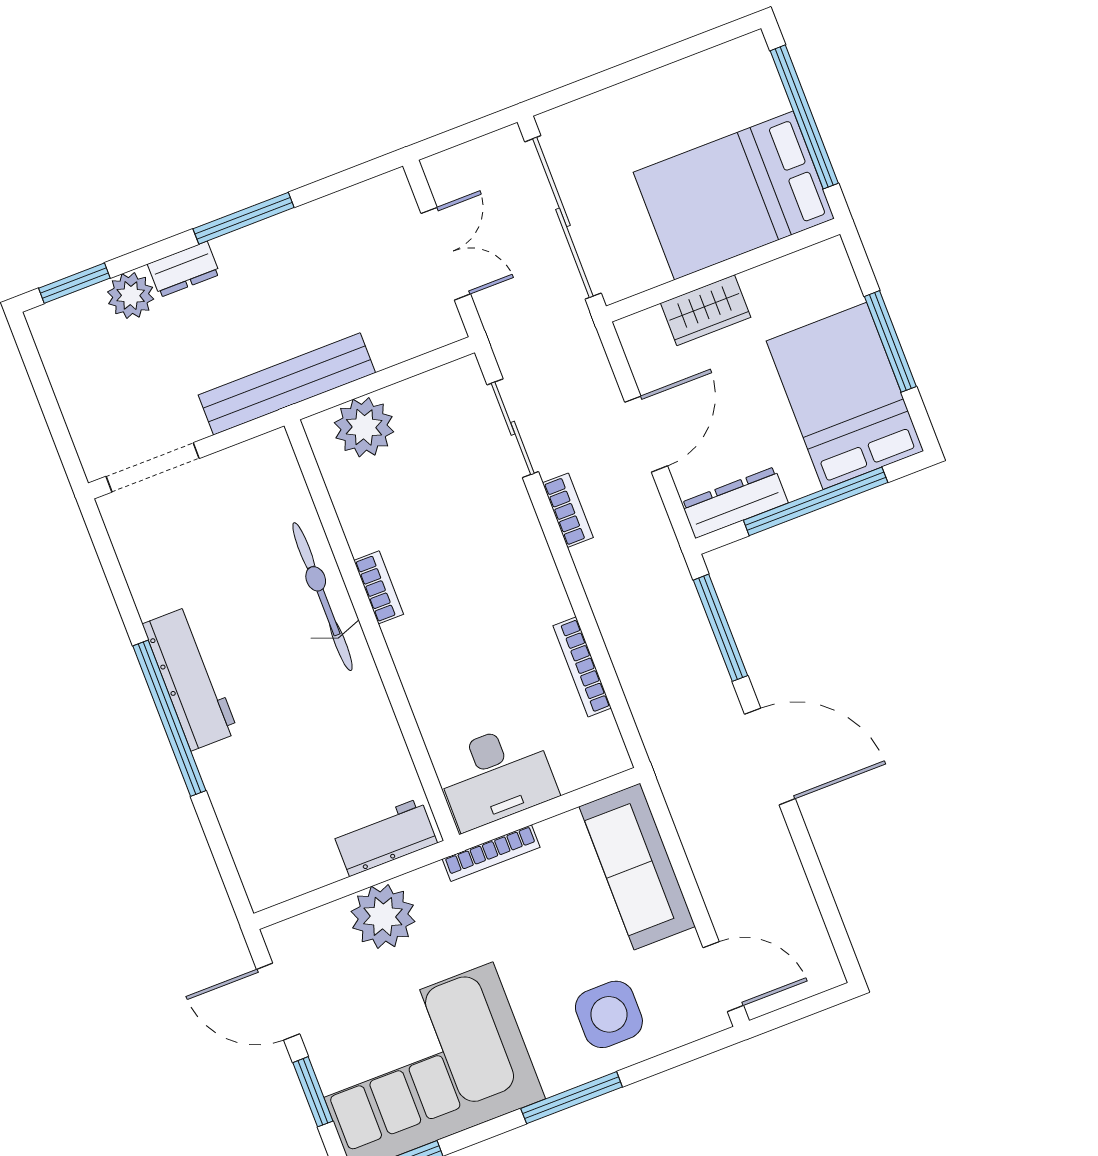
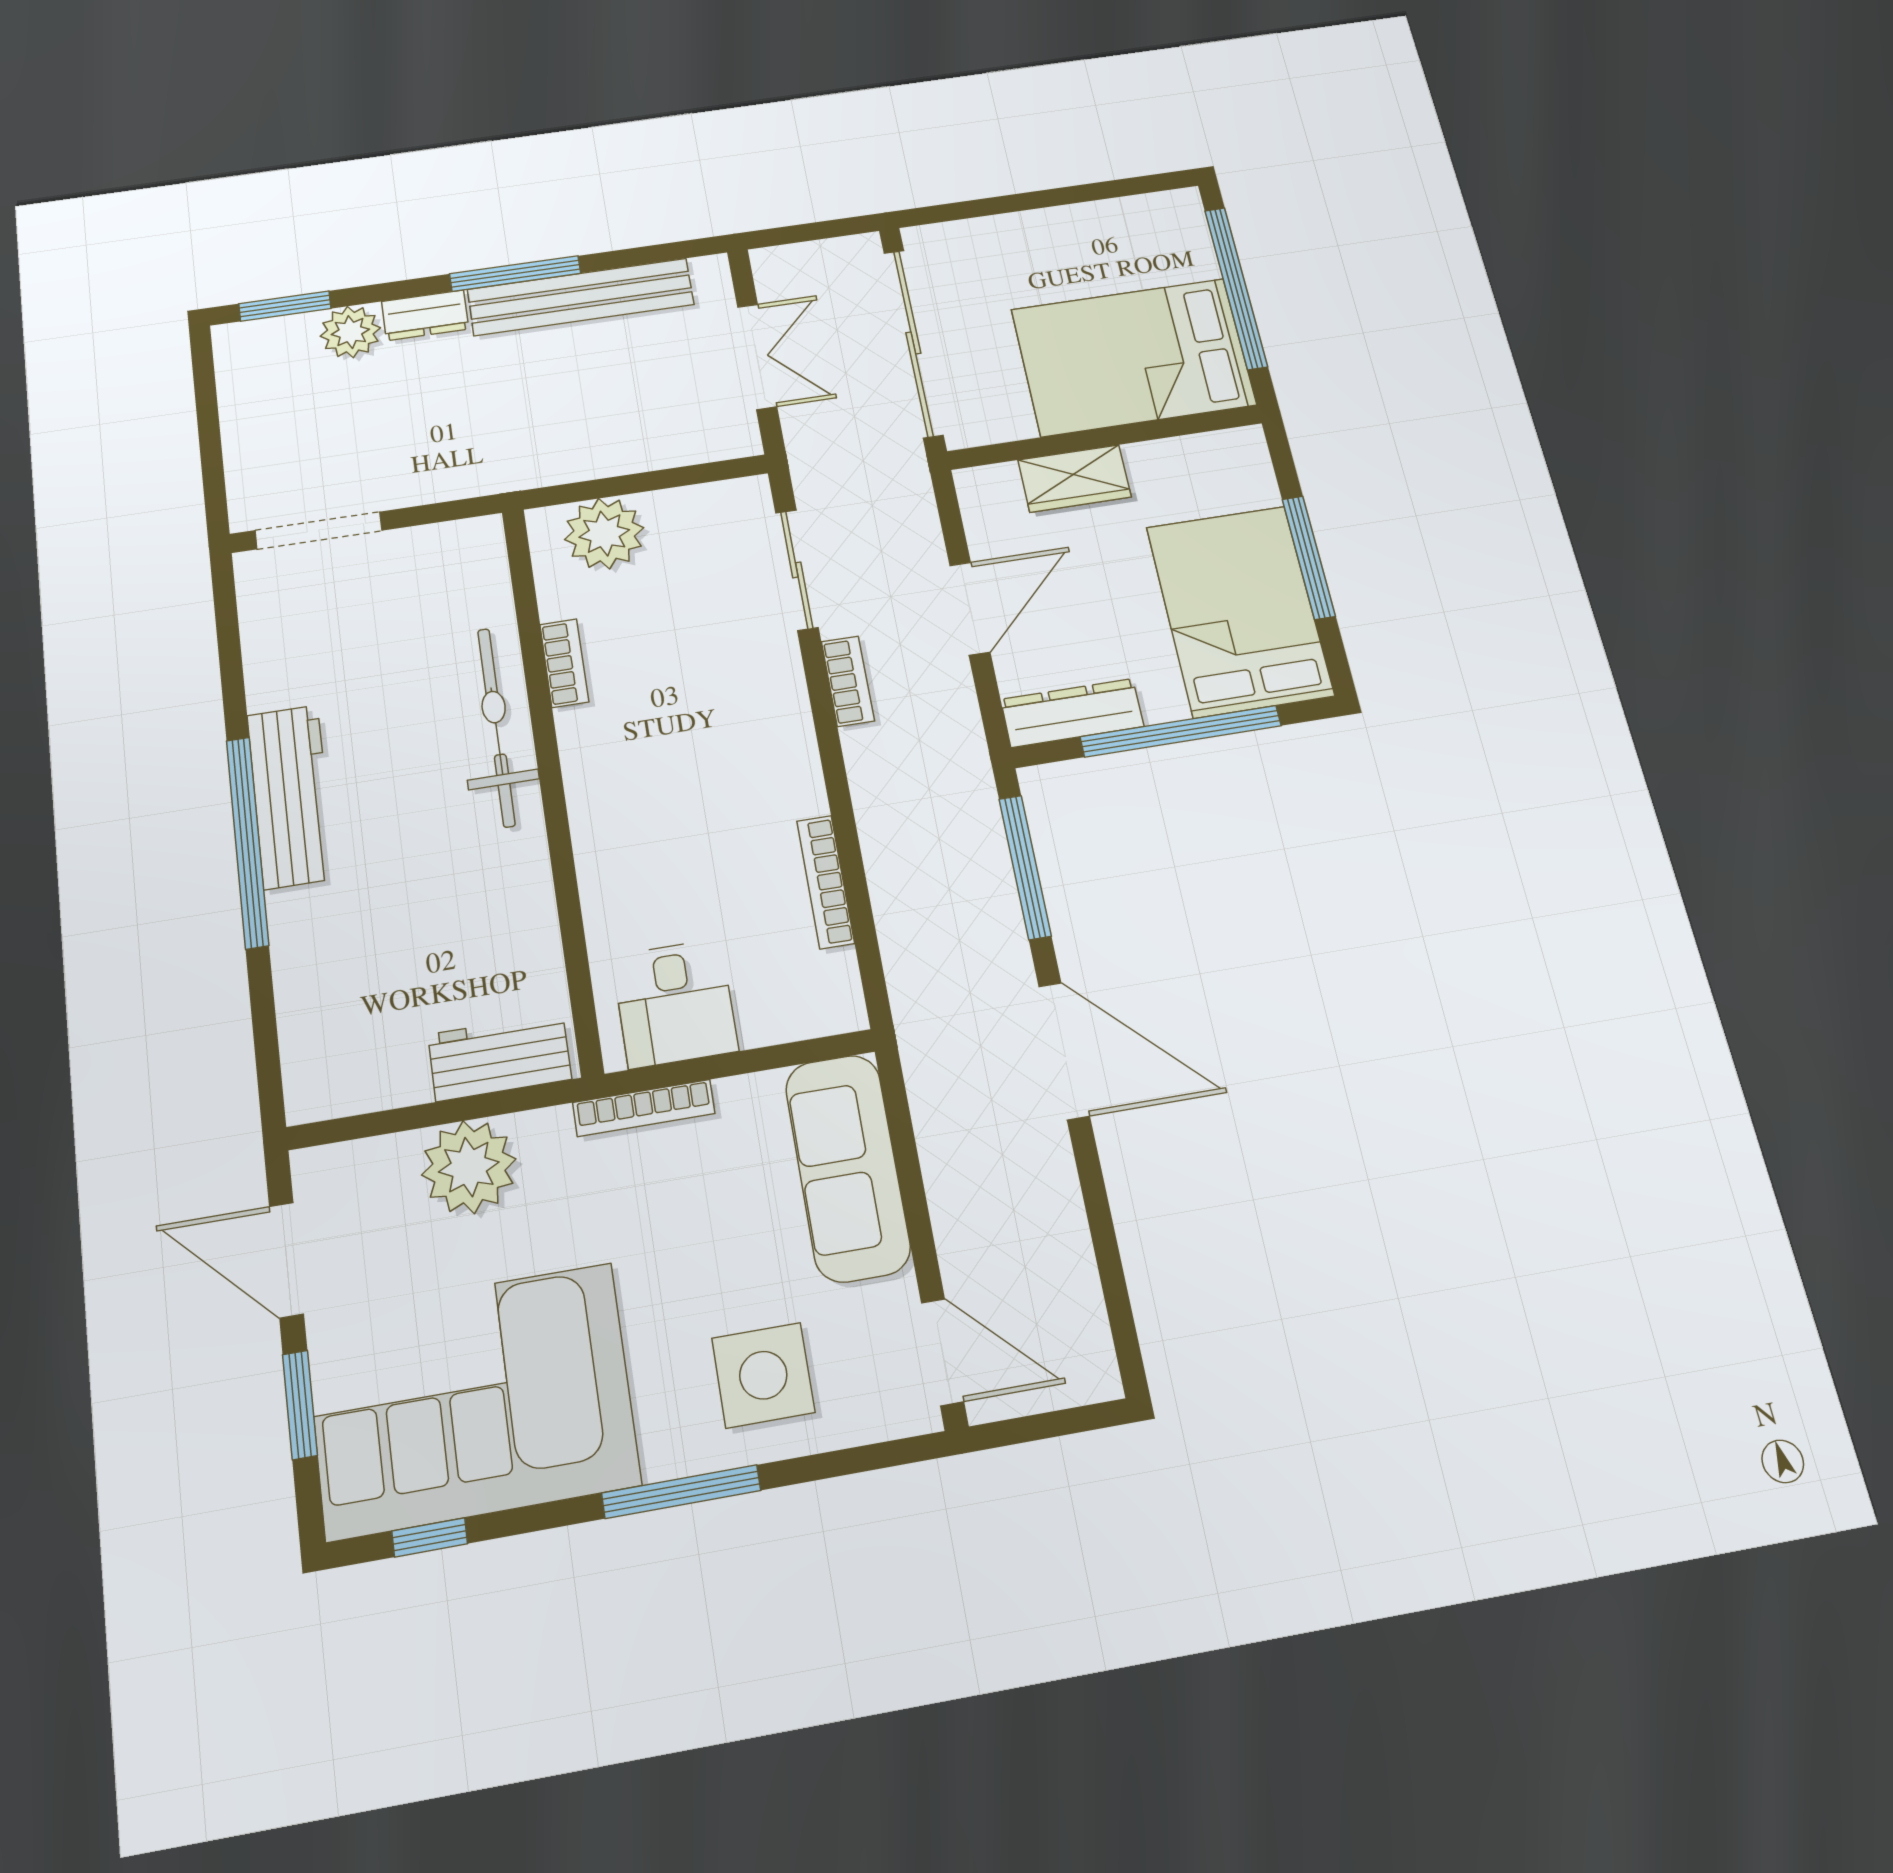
bench: (287, 384) -> (581, 297), moved
bookcase: (379, 587) -> (564, 663), moved
desk: (496, 776) -> (675, 1003), width x0.73

